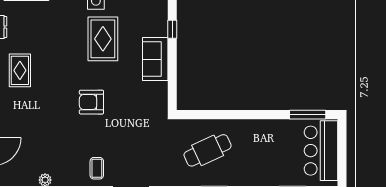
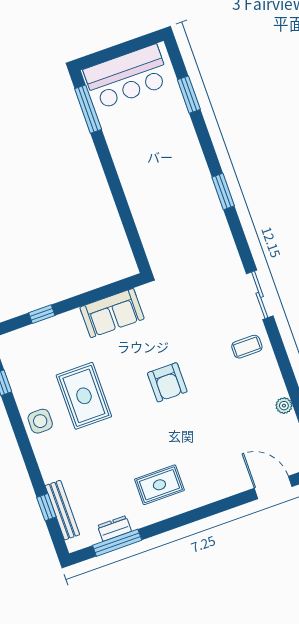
rug: (103, 39) -> (84, 396), turned 90
sofa: (155, 59) -> (112, 313), moved
cafe table: (208, 150) -> (176, 217), removed

